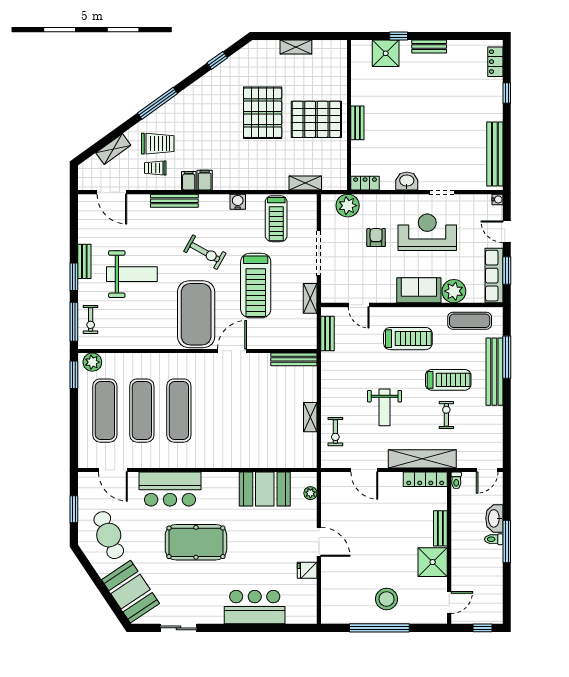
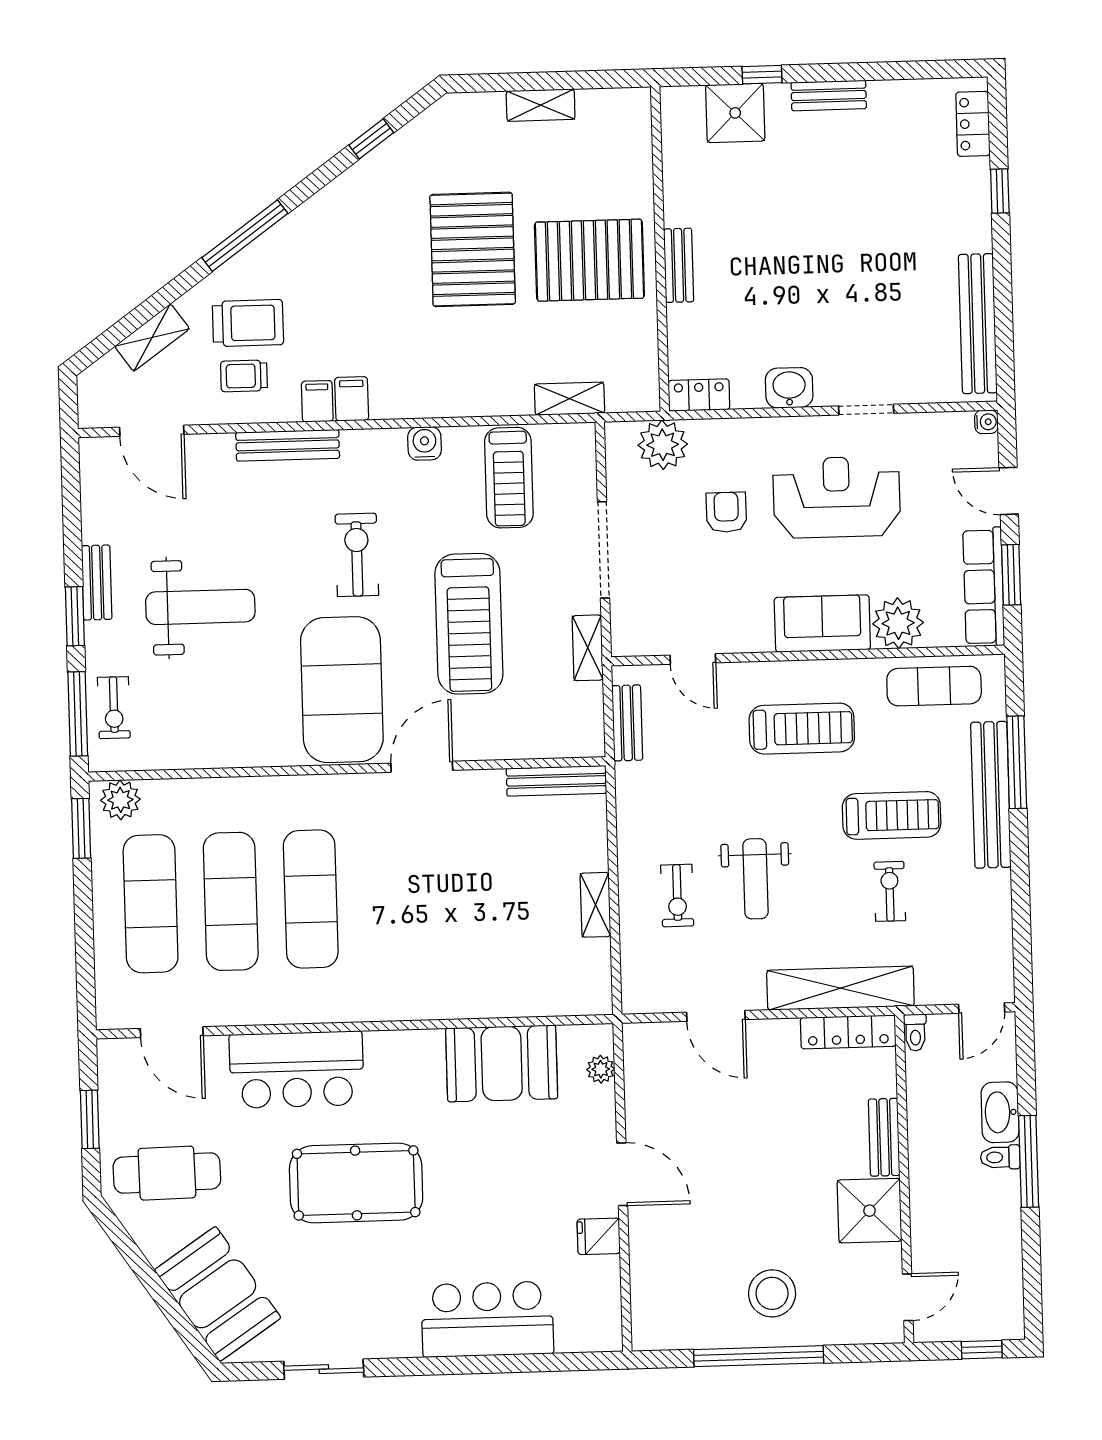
exercise bike: (205, 252) -> (357, 555), turned -119
exercise bike: (335, 432) -> (677, 896), moved
cafe table: (109, 535) -> (167, 1173), turned -69

